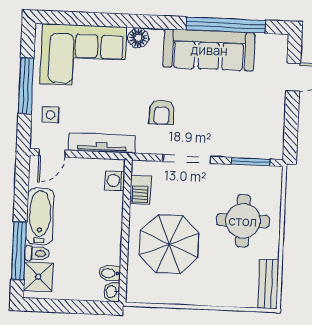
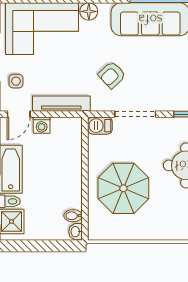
armchair: (162, 112) -> (112, 75), turned 47
washing machine: (115, 181) -> (42, 125), moved, turned -90
barbecue: (140, 190) -> (100, 126), moved, turned 90

